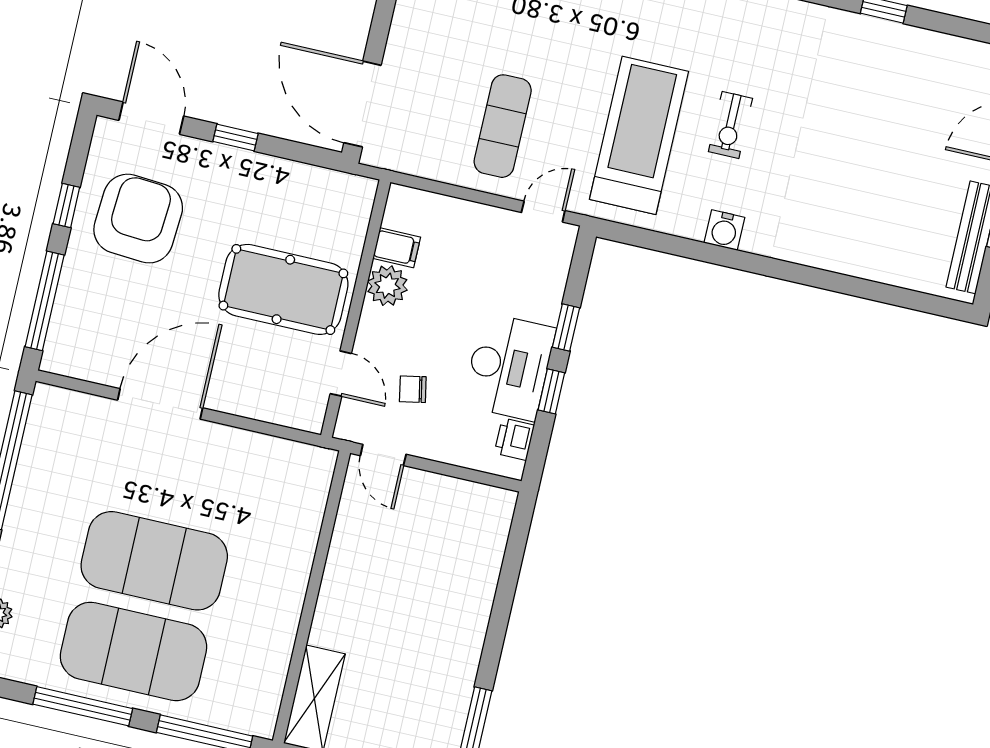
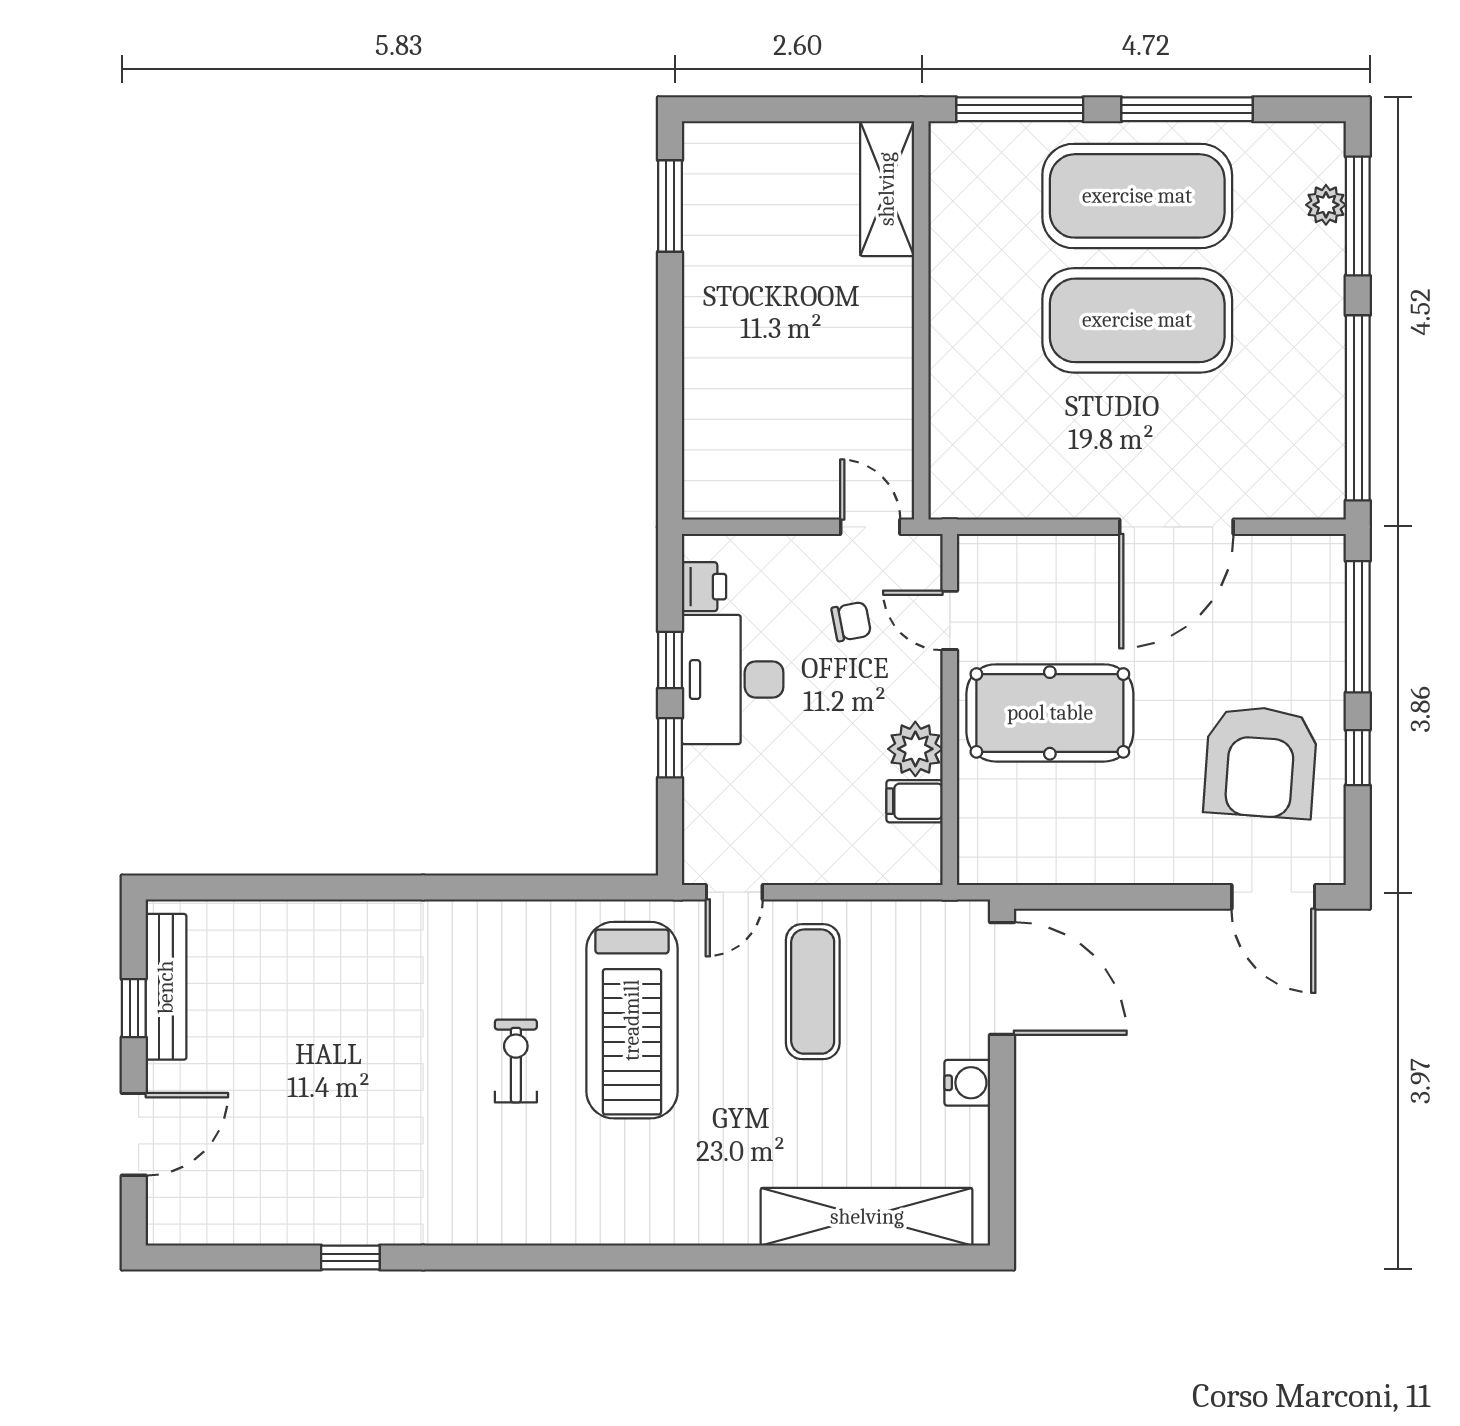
window: (235, 137) -> (1158, 897), removed
water cooler: (724, 230) -> (967, 1083), moved, turned 90

